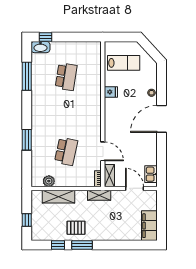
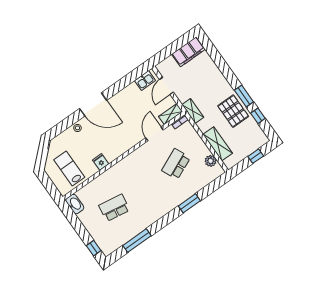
washbasin: (40, 47) -> (75, 204), moved
school desk: (66, 151) -> (176, 164), turned -36
pallet: (76, 228) -> (233, 111), width x1.50, depth x1.42

